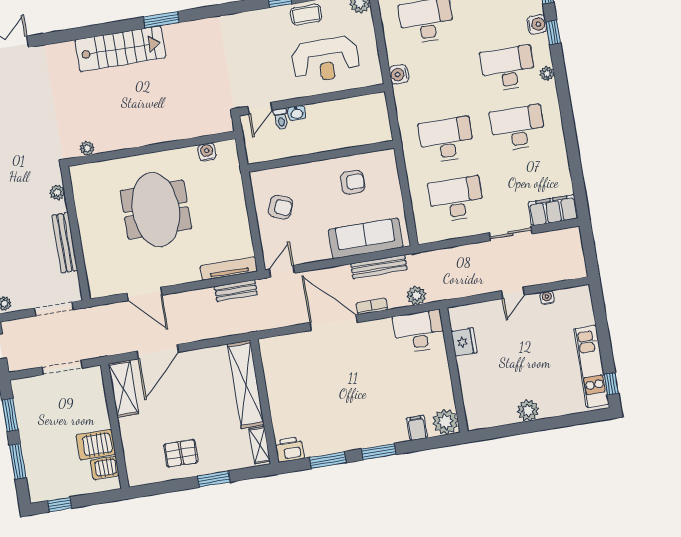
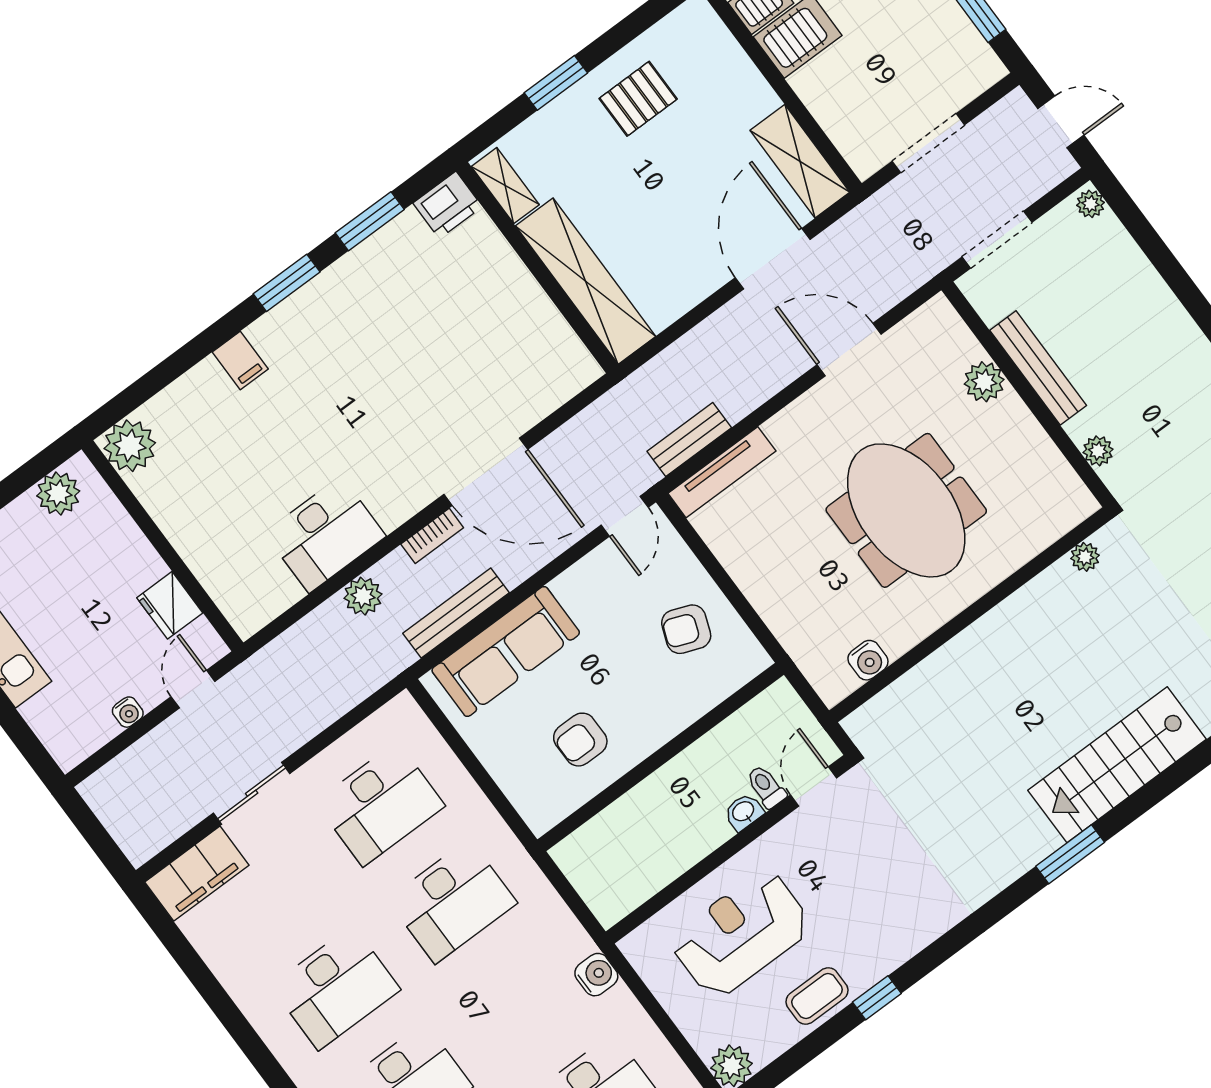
plant: (92, 249) -> (984, 382), added
fridge: (464, 342) -> (170, 605), moved
wall: (454, 370) -> (162, 546), moved
plant: (445, 422) -> (130, 446), moved

